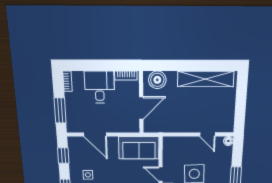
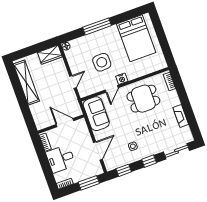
boiler: (157, 80) -> (40, 118), removed
wardrobe: (227, 119) -> (50, 55), added
door: (208, 134) -> (73, 82), moved

